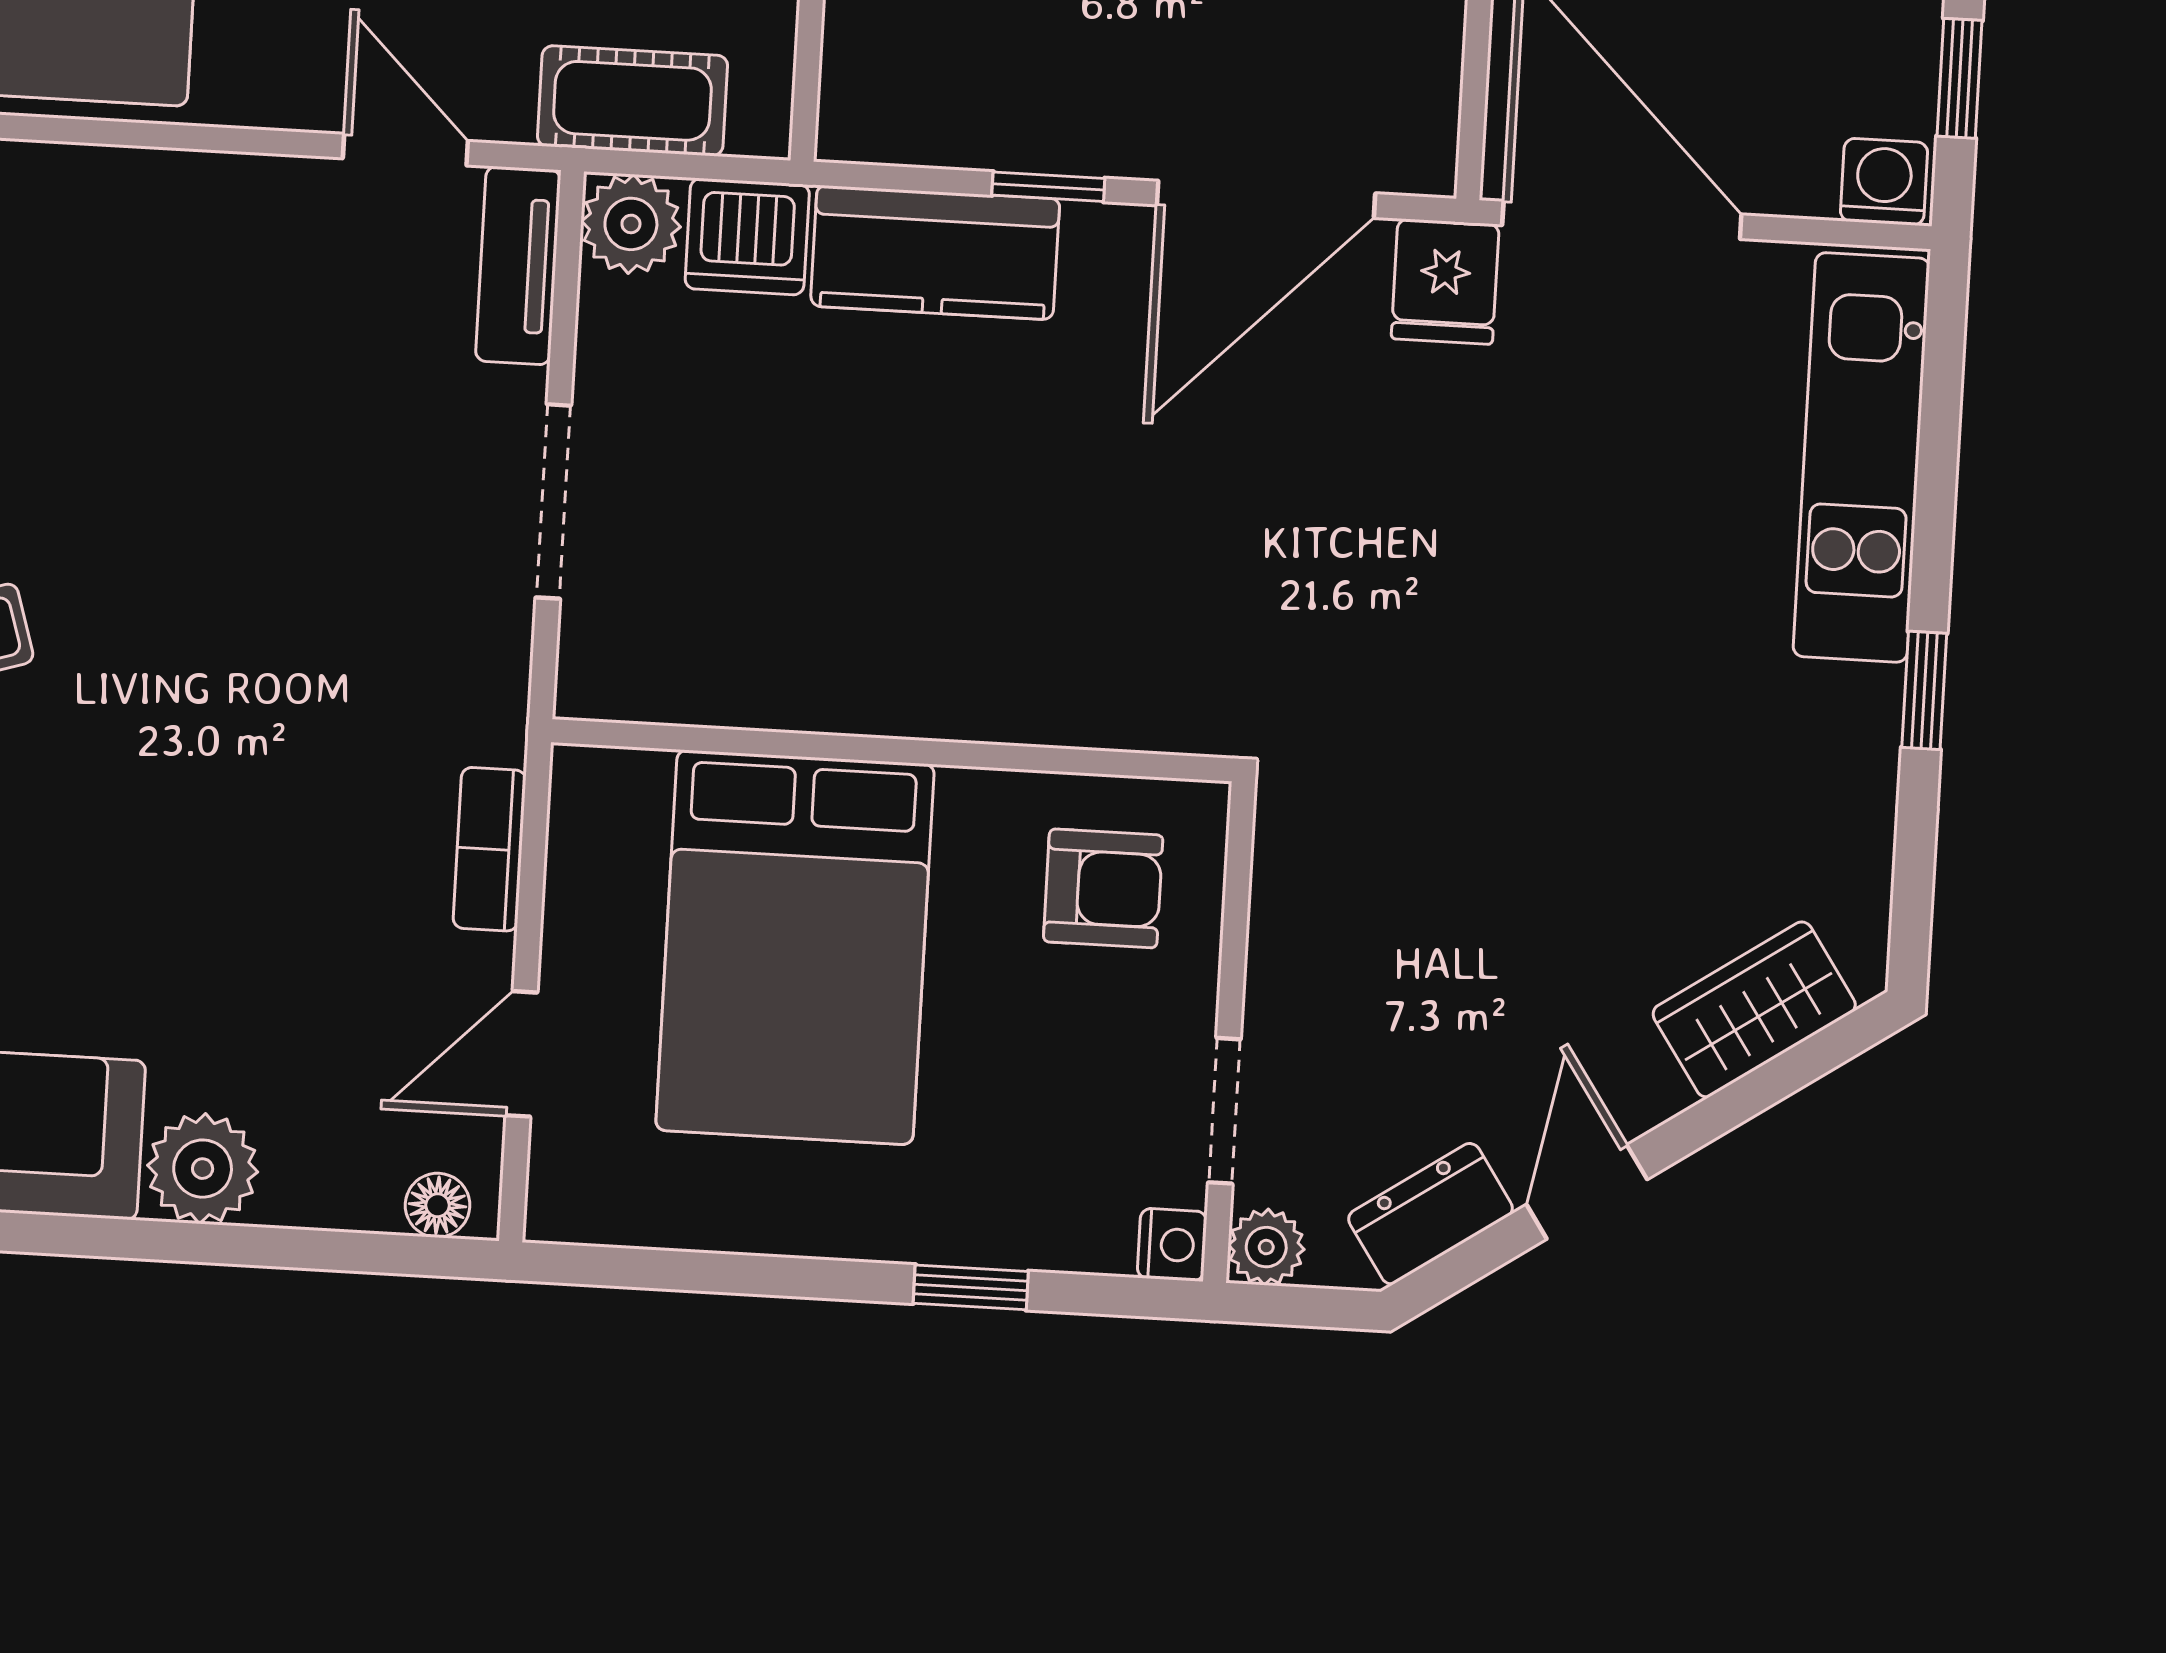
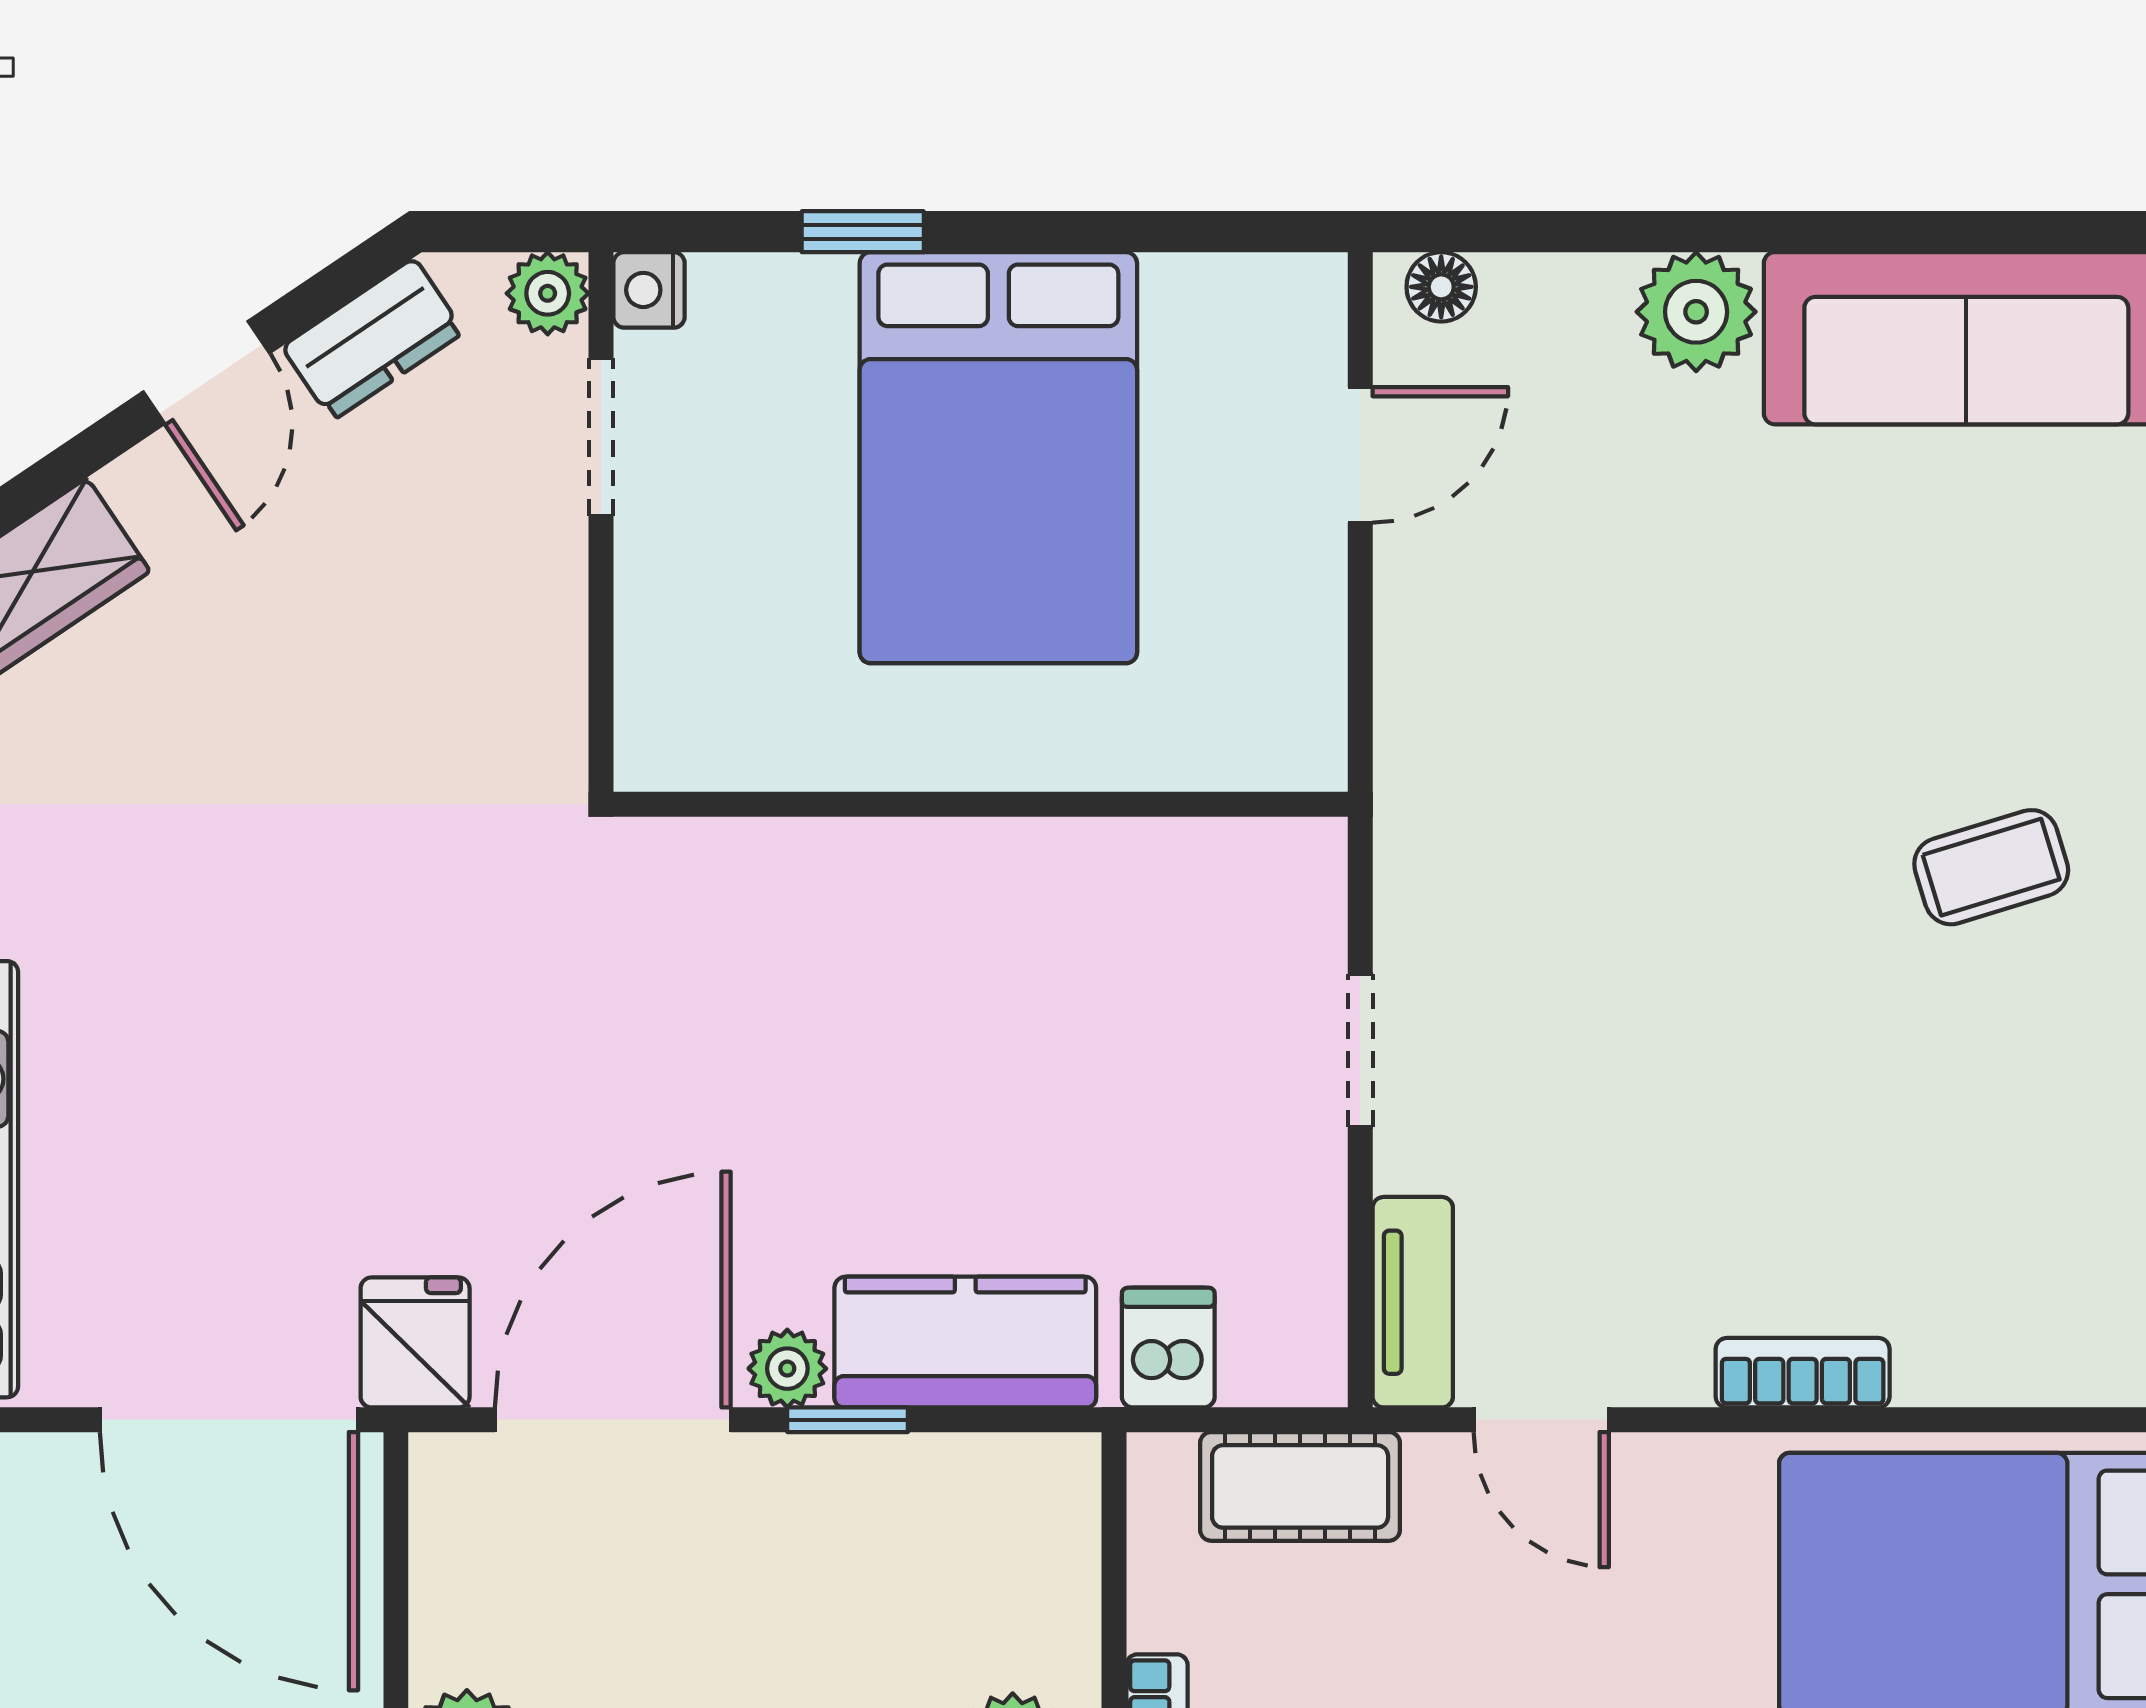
plant: (631, 224) -> (787, 1369), moved, width x0.73, depth x0.73
dishwasher: (747, 237) -> (1168, 1348), width x0.73
doorway: (553, 501) -> (1360, 1051), width x0.73
bookcase: (490, 849) -> (1803, 1373), moved, turned -90
armchair: (1103, 888) -> (745, 669), removed
bed: (795, 947) -> (998, 458), moved, turned 180

